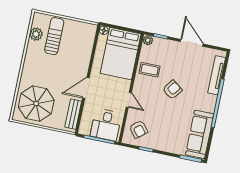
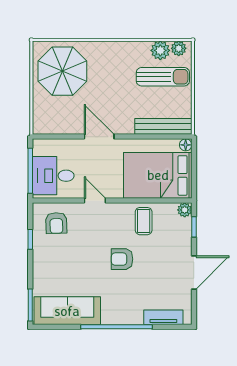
plant: (37, 21) -> (179, 48), added
tv unit: (217, 75) -> (163, 317), width x0.71
armchair: (172, 90) -> (122, 259), turned 143
door: (129, 100) -> (95, 201), swing flipped
bench: (73, 114) -> (163, 126), moved, width x1.36
armchair: (139, 129) -> (56, 223), turned -53

